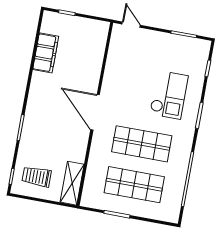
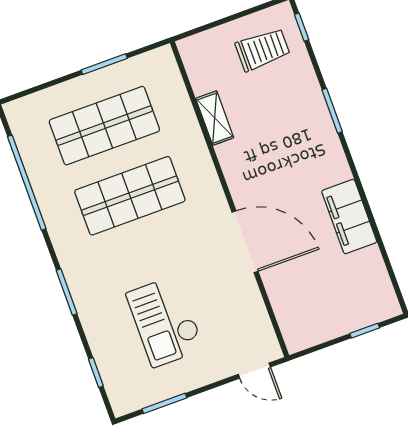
filing cabinet: (46, 53) -> (349, 217), moved
checkout: (169, 95) -> (165, 321), moved
door: (95, 112) -> (245, 242), moved
shelving: (72, 183) -> (215, 118), moved, width x0.67, depth x0.75

